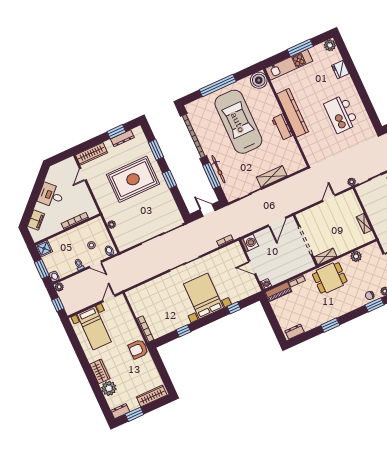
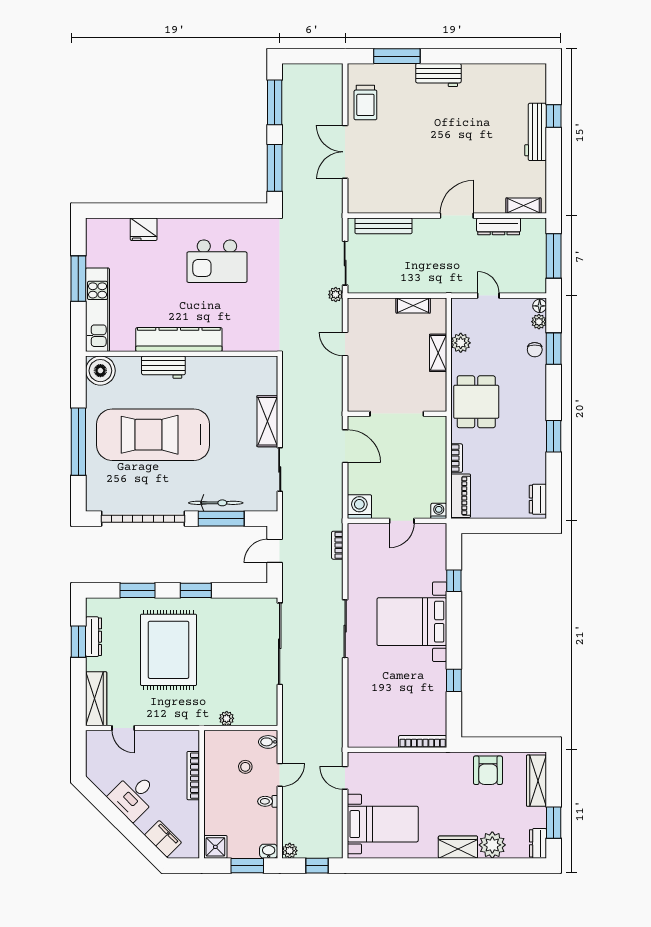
plant: (330, 45) -> (96, 228), removed
workbench: (282, 127) -> (163, 367), moved
shelving: (326, 256) -> (438, 353), moved
armchair: (138, 349) -> (488, 770), moved

